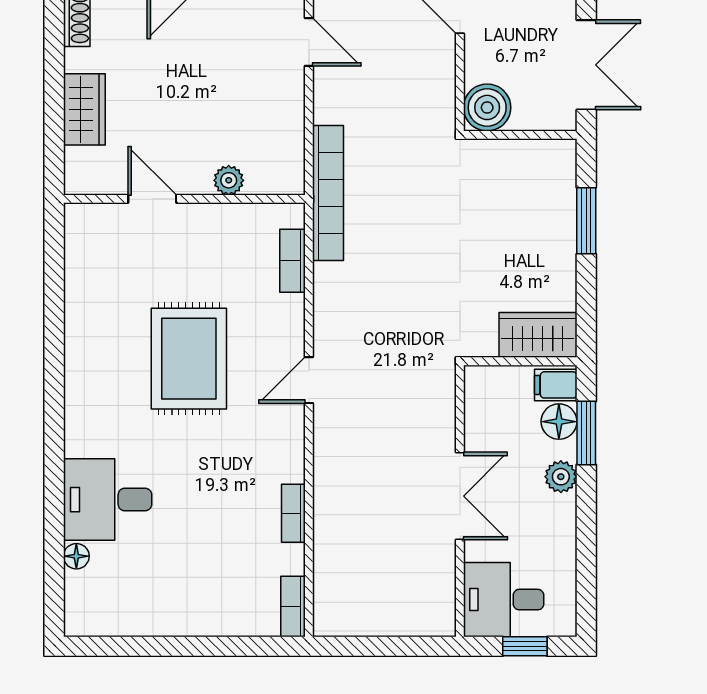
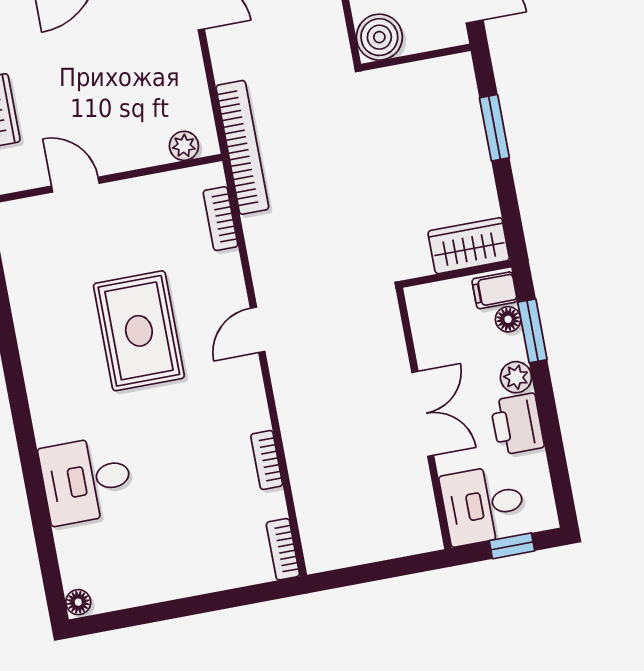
plant: (229, 180) -> (184, 146), moved
floor lamp: (559, 422) -> (508, 319), width x0.73, depth x0.73
printer: (553, 524) -> (517, 424), added
floor lamp: (76, 556) -> (78, 602), moved

